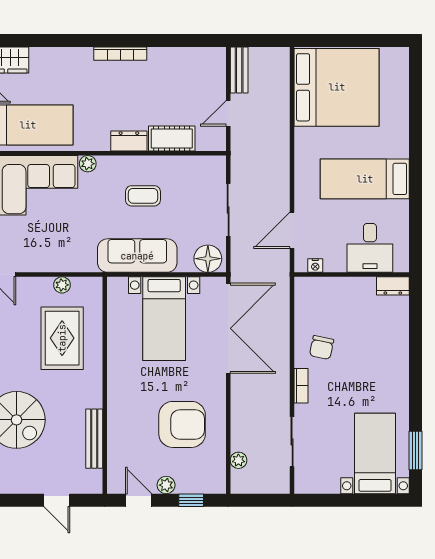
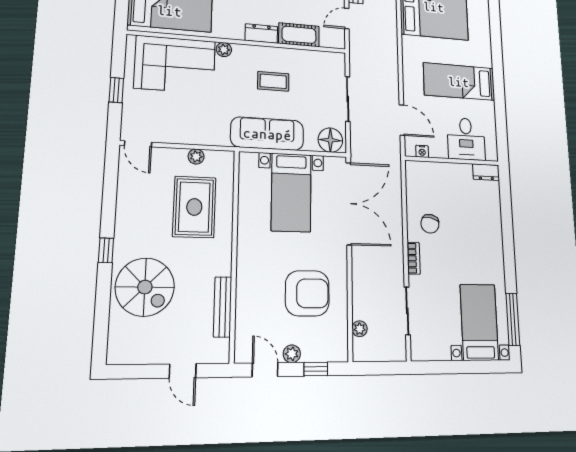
door: (292, 230) -> (402, 120), swing flipped
window: (415, 450) -> (513, 319), width x1.44

